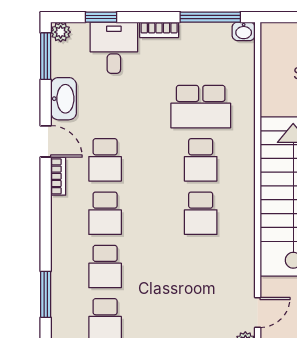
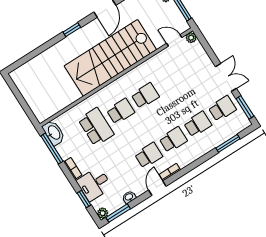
washbasin: (244, 31) -> (54, 133), width x1.91, depth x1.45
washbasin: (64, 99) -> (129, 197), width x0.52, depth x0.69

